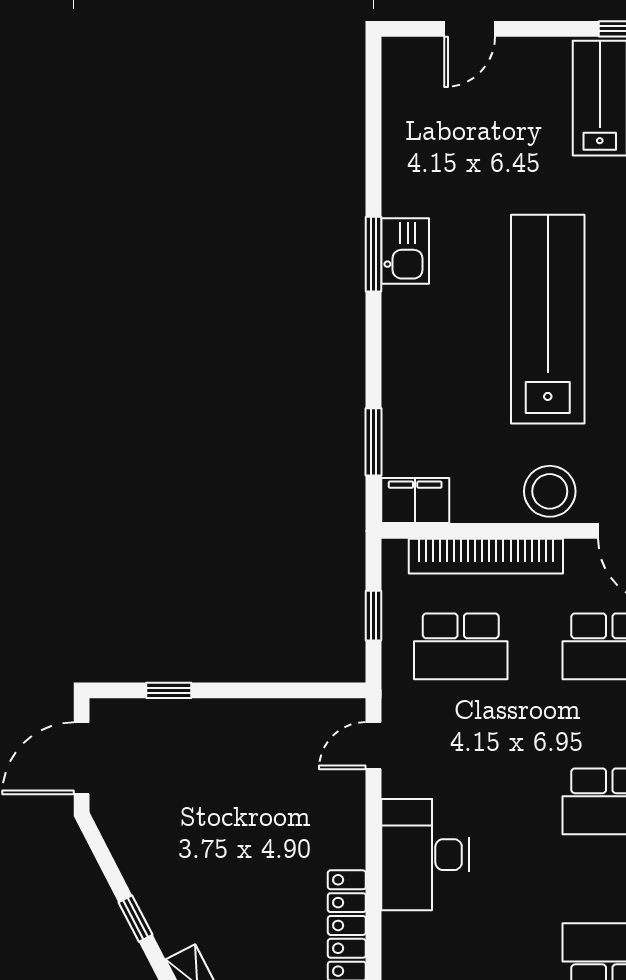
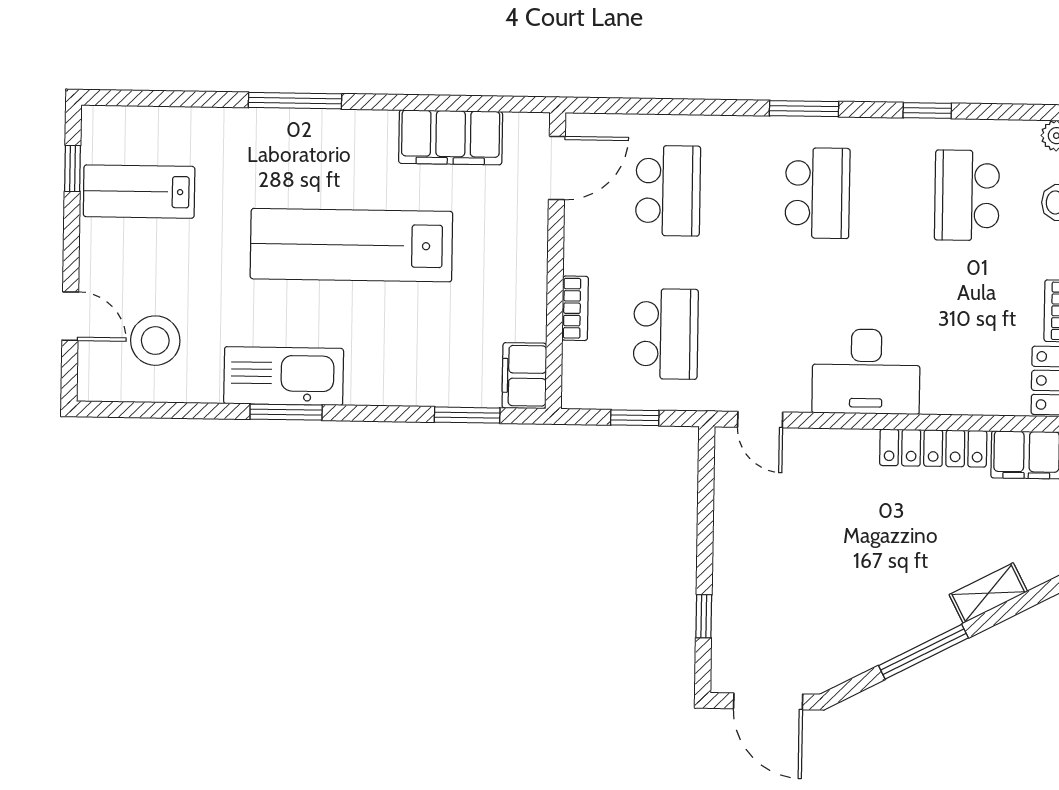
kitchen sink: (405, 251) -> (284, 376), width x1.88, depth x1.24
stool: (550, 491) -> (155, 341), moved
bookcase: (486, 556) -> (575, 308), width x0.43, depth x0.76
window: (136, 919) -> (923, 652), width x2.17

